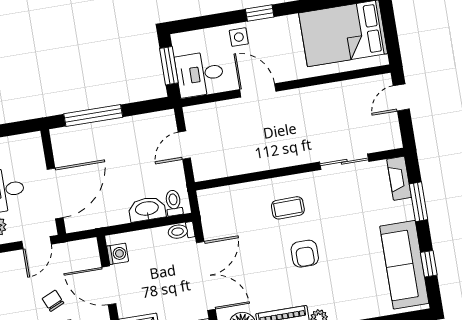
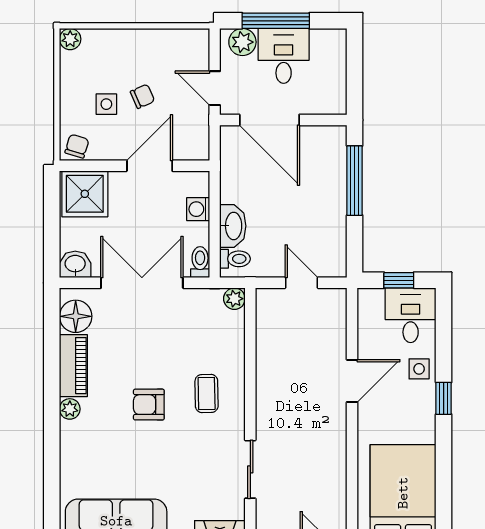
window: (169, 66) -> (399, 280), width x0.67
desk: (200, 74) -> (411, 315), moved
plant: (206, 198) -> (234, 299), added
washing machine: (118, 254) -> (198, 209), moved, turned 90
double door: (206, 276) -> (142, 283), swing flipped

